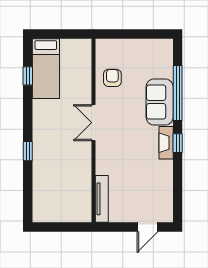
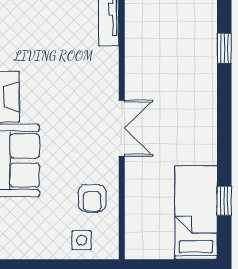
side table: (119, 51) -> (82, 240), added
window: (28, 151) -> (224, 48), moved

